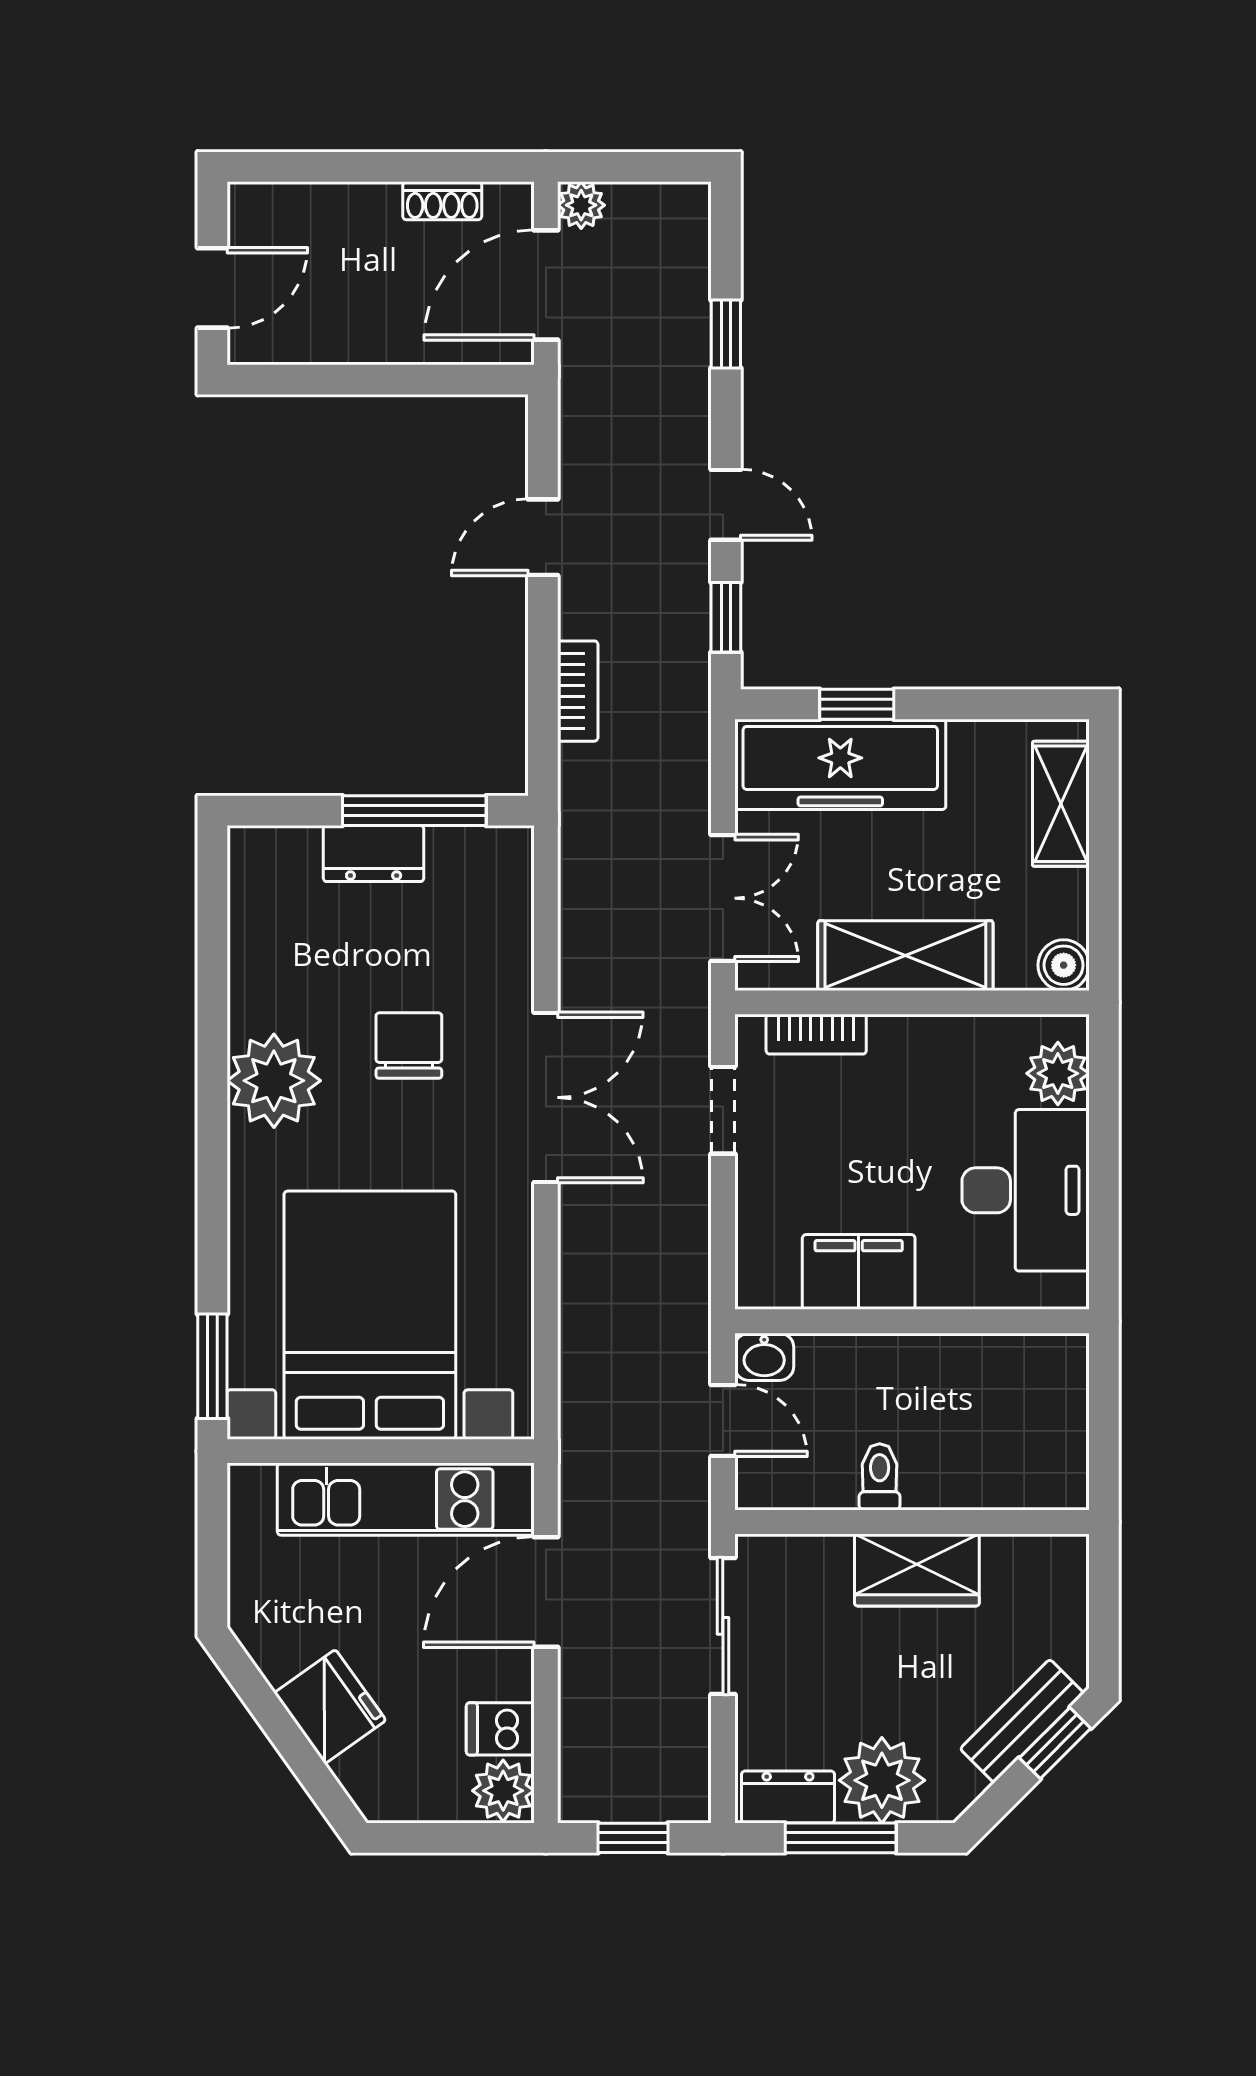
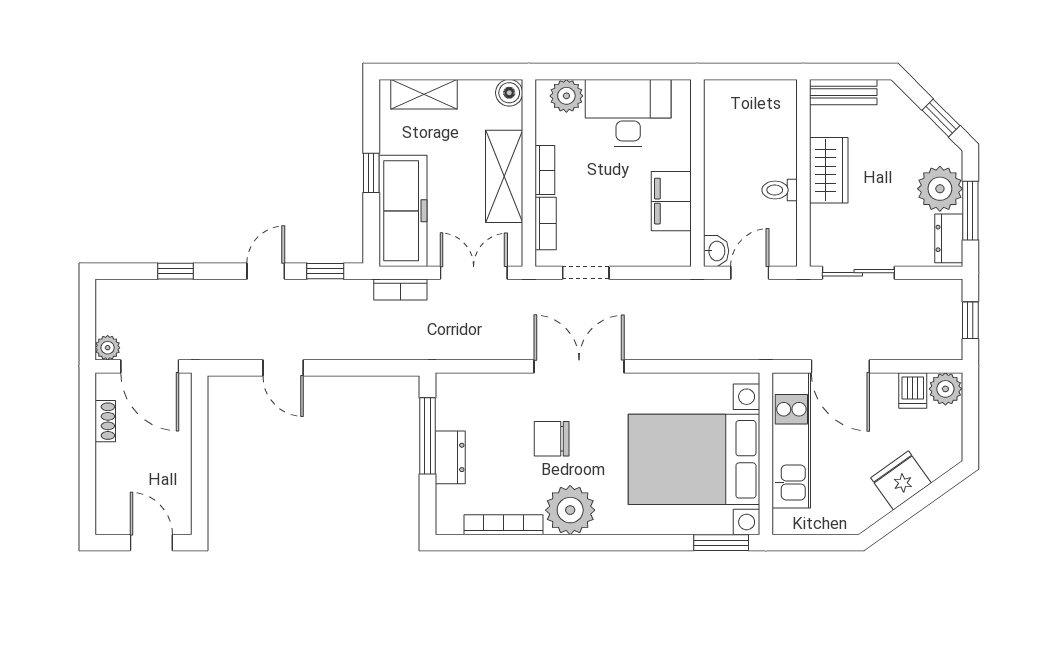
bookcase: (578, 691) -> (400, 290), moved, turned 180
window: (857, 704) -> (371, 173), moved
bookcase: (246, 955) -> (504, 525), added
bookcase: (917, 1033) -> (545, 170), added
bench: (1022, 1721) -> (843, 92), moved, turned -45
window: (1055, 1743) -> (941, 118), moved

